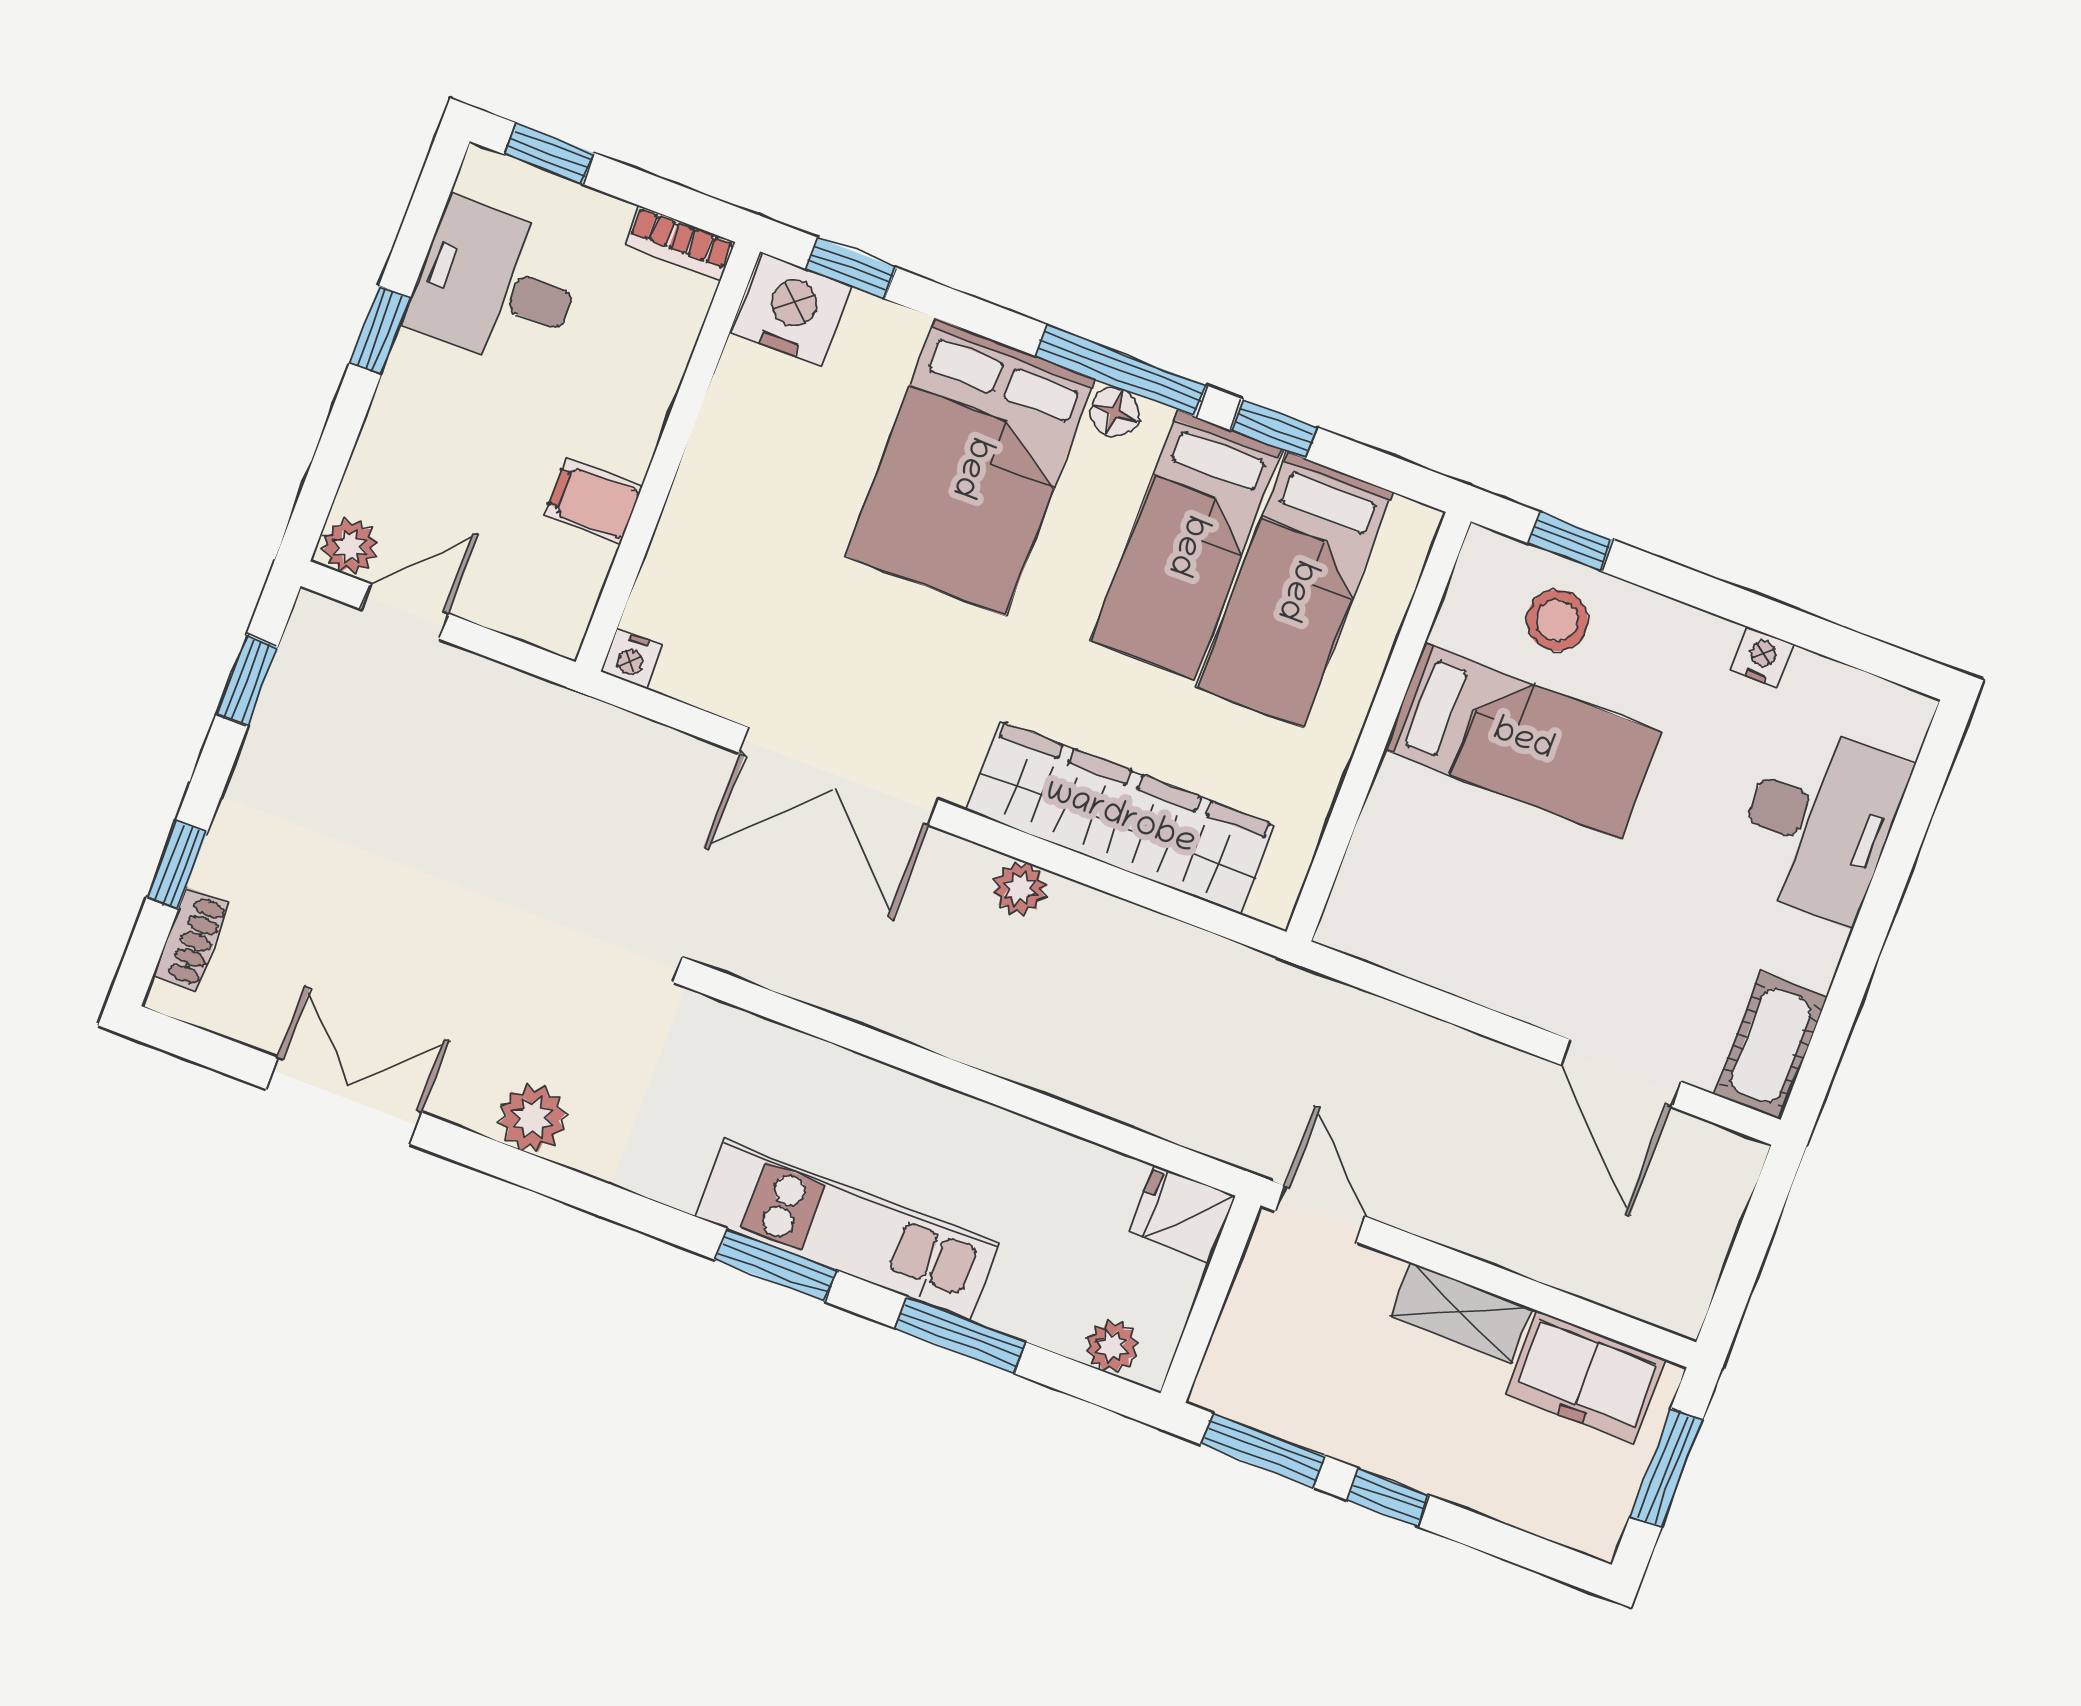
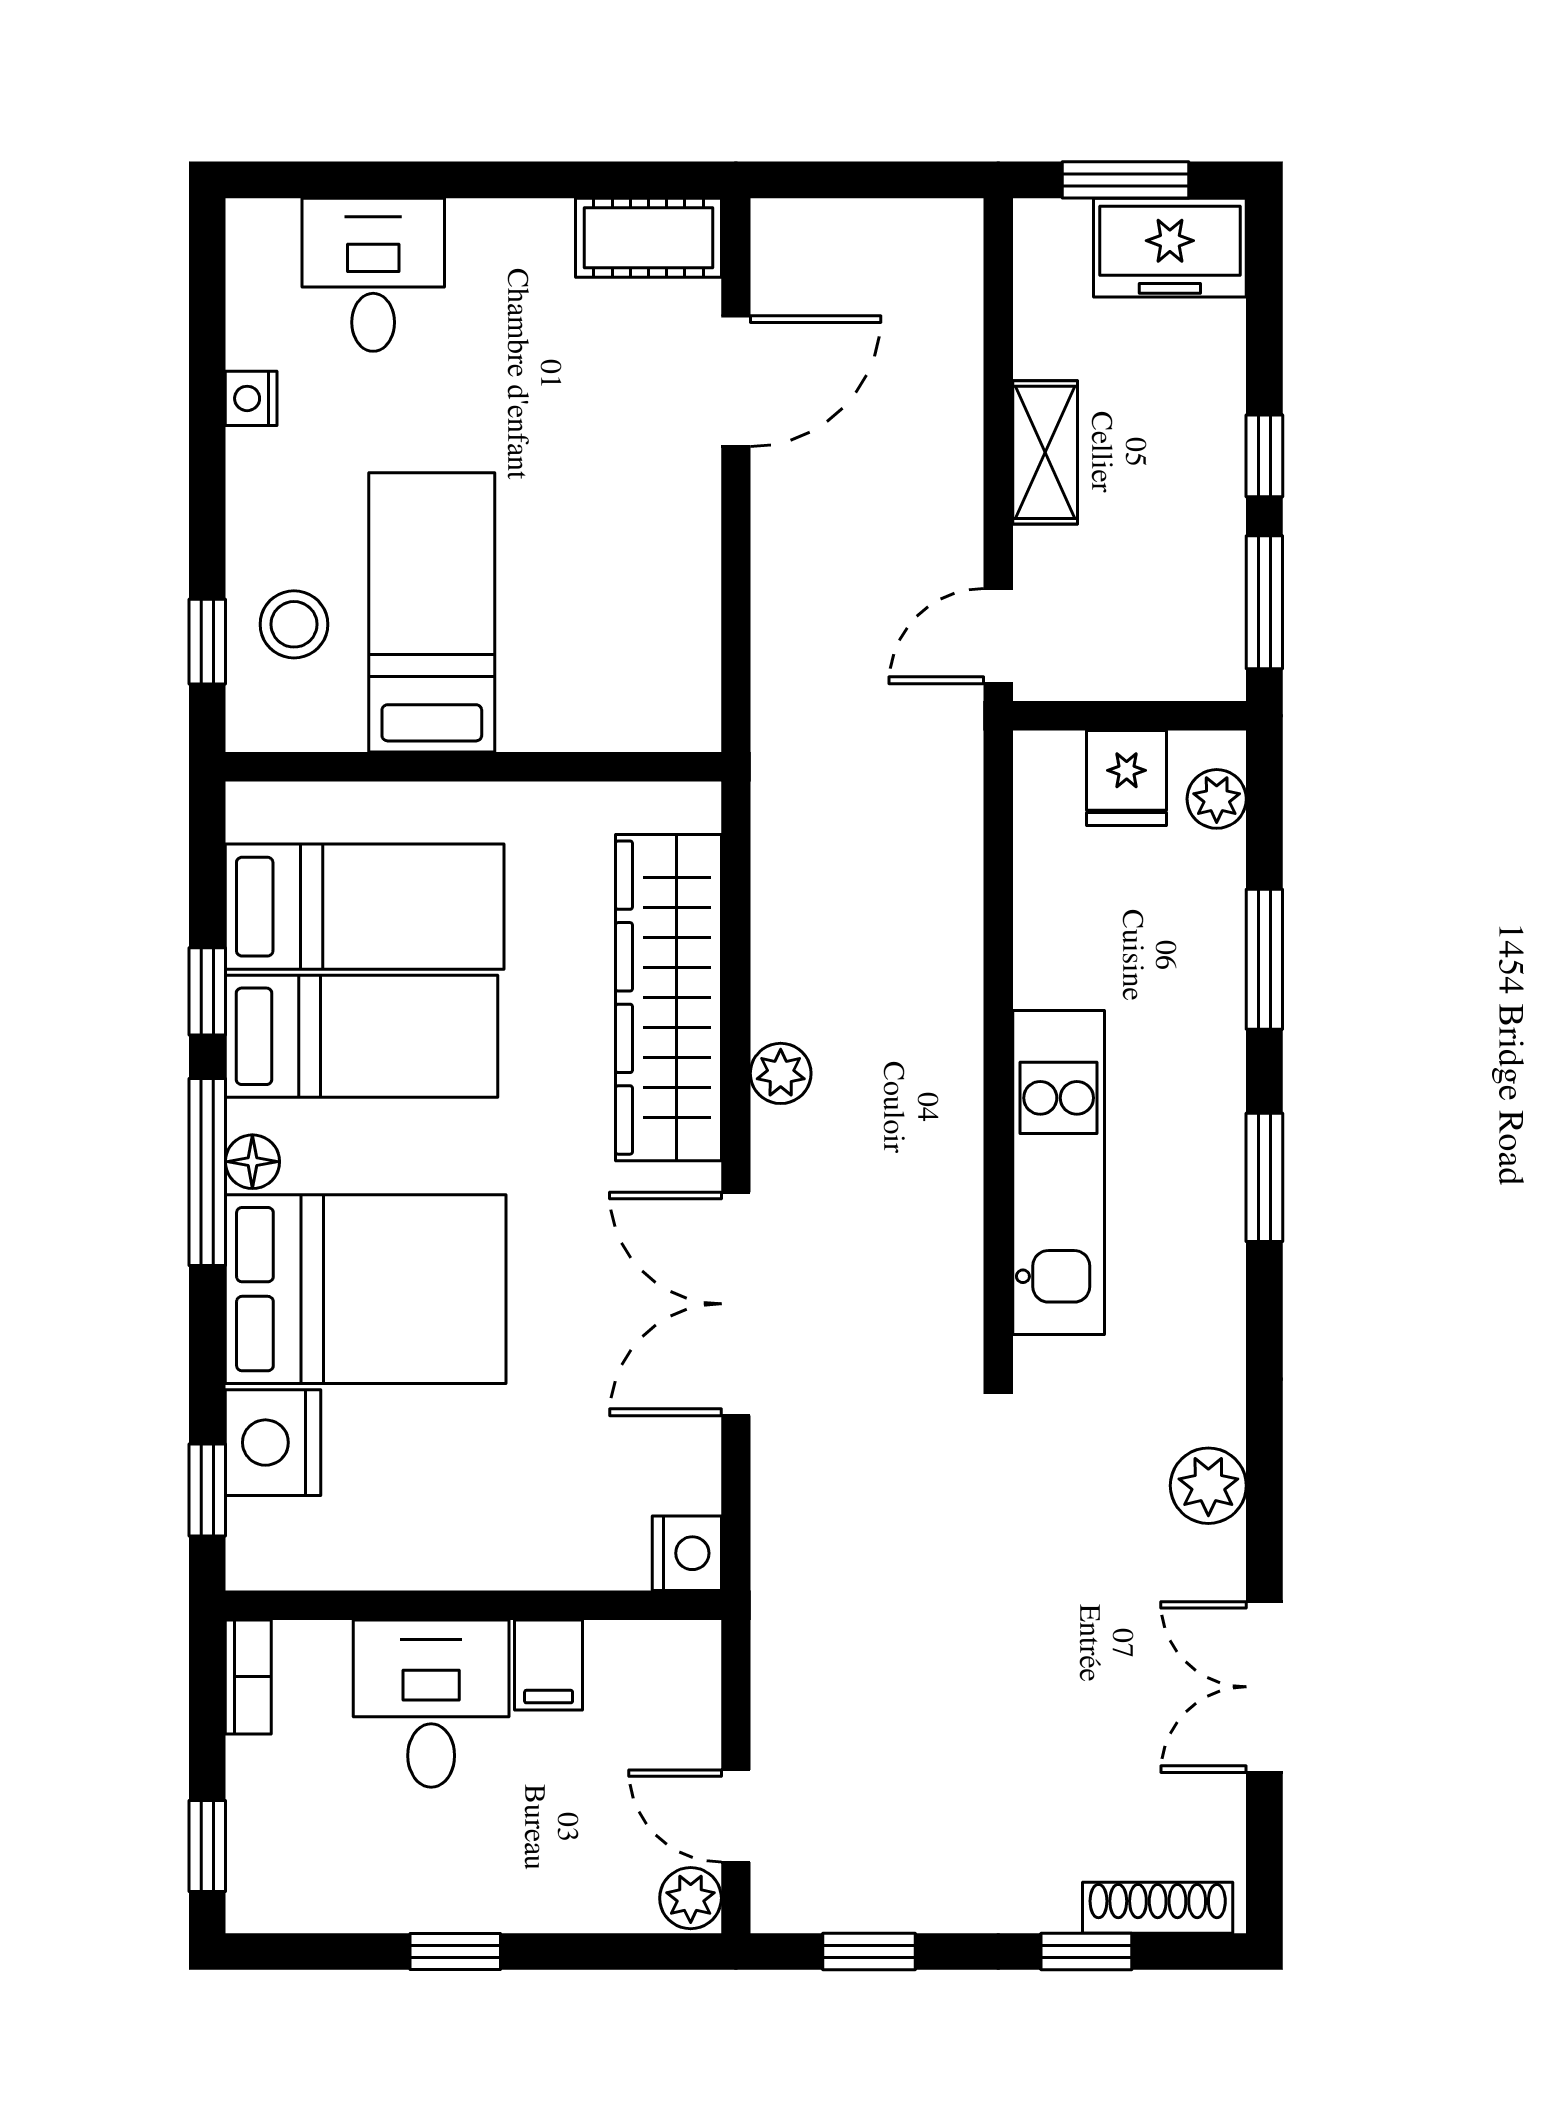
desk: (496, 285) -> (431, 1704), moved, turned 180
nightstand: (792, 309) -> (273, 1443), moved
nightstand: (631, 659) -> (687, 1553), width x1.39, depth x1.35
double door: (839, 776) -> (736, 1304), swing flipped
desk: (1819, 823) -> (373, 275), width x0.73
shoe rack: (191, 939) -> (1158, 1908), width x1.43
fridge: (1182, 1214) -> (1127, 778), moved
kitchen unit: (847, 1230) -> (1059, 1172), moved, turned 180
freezer: (1586, 1377) -> (1170, 248), moved, turned 90

